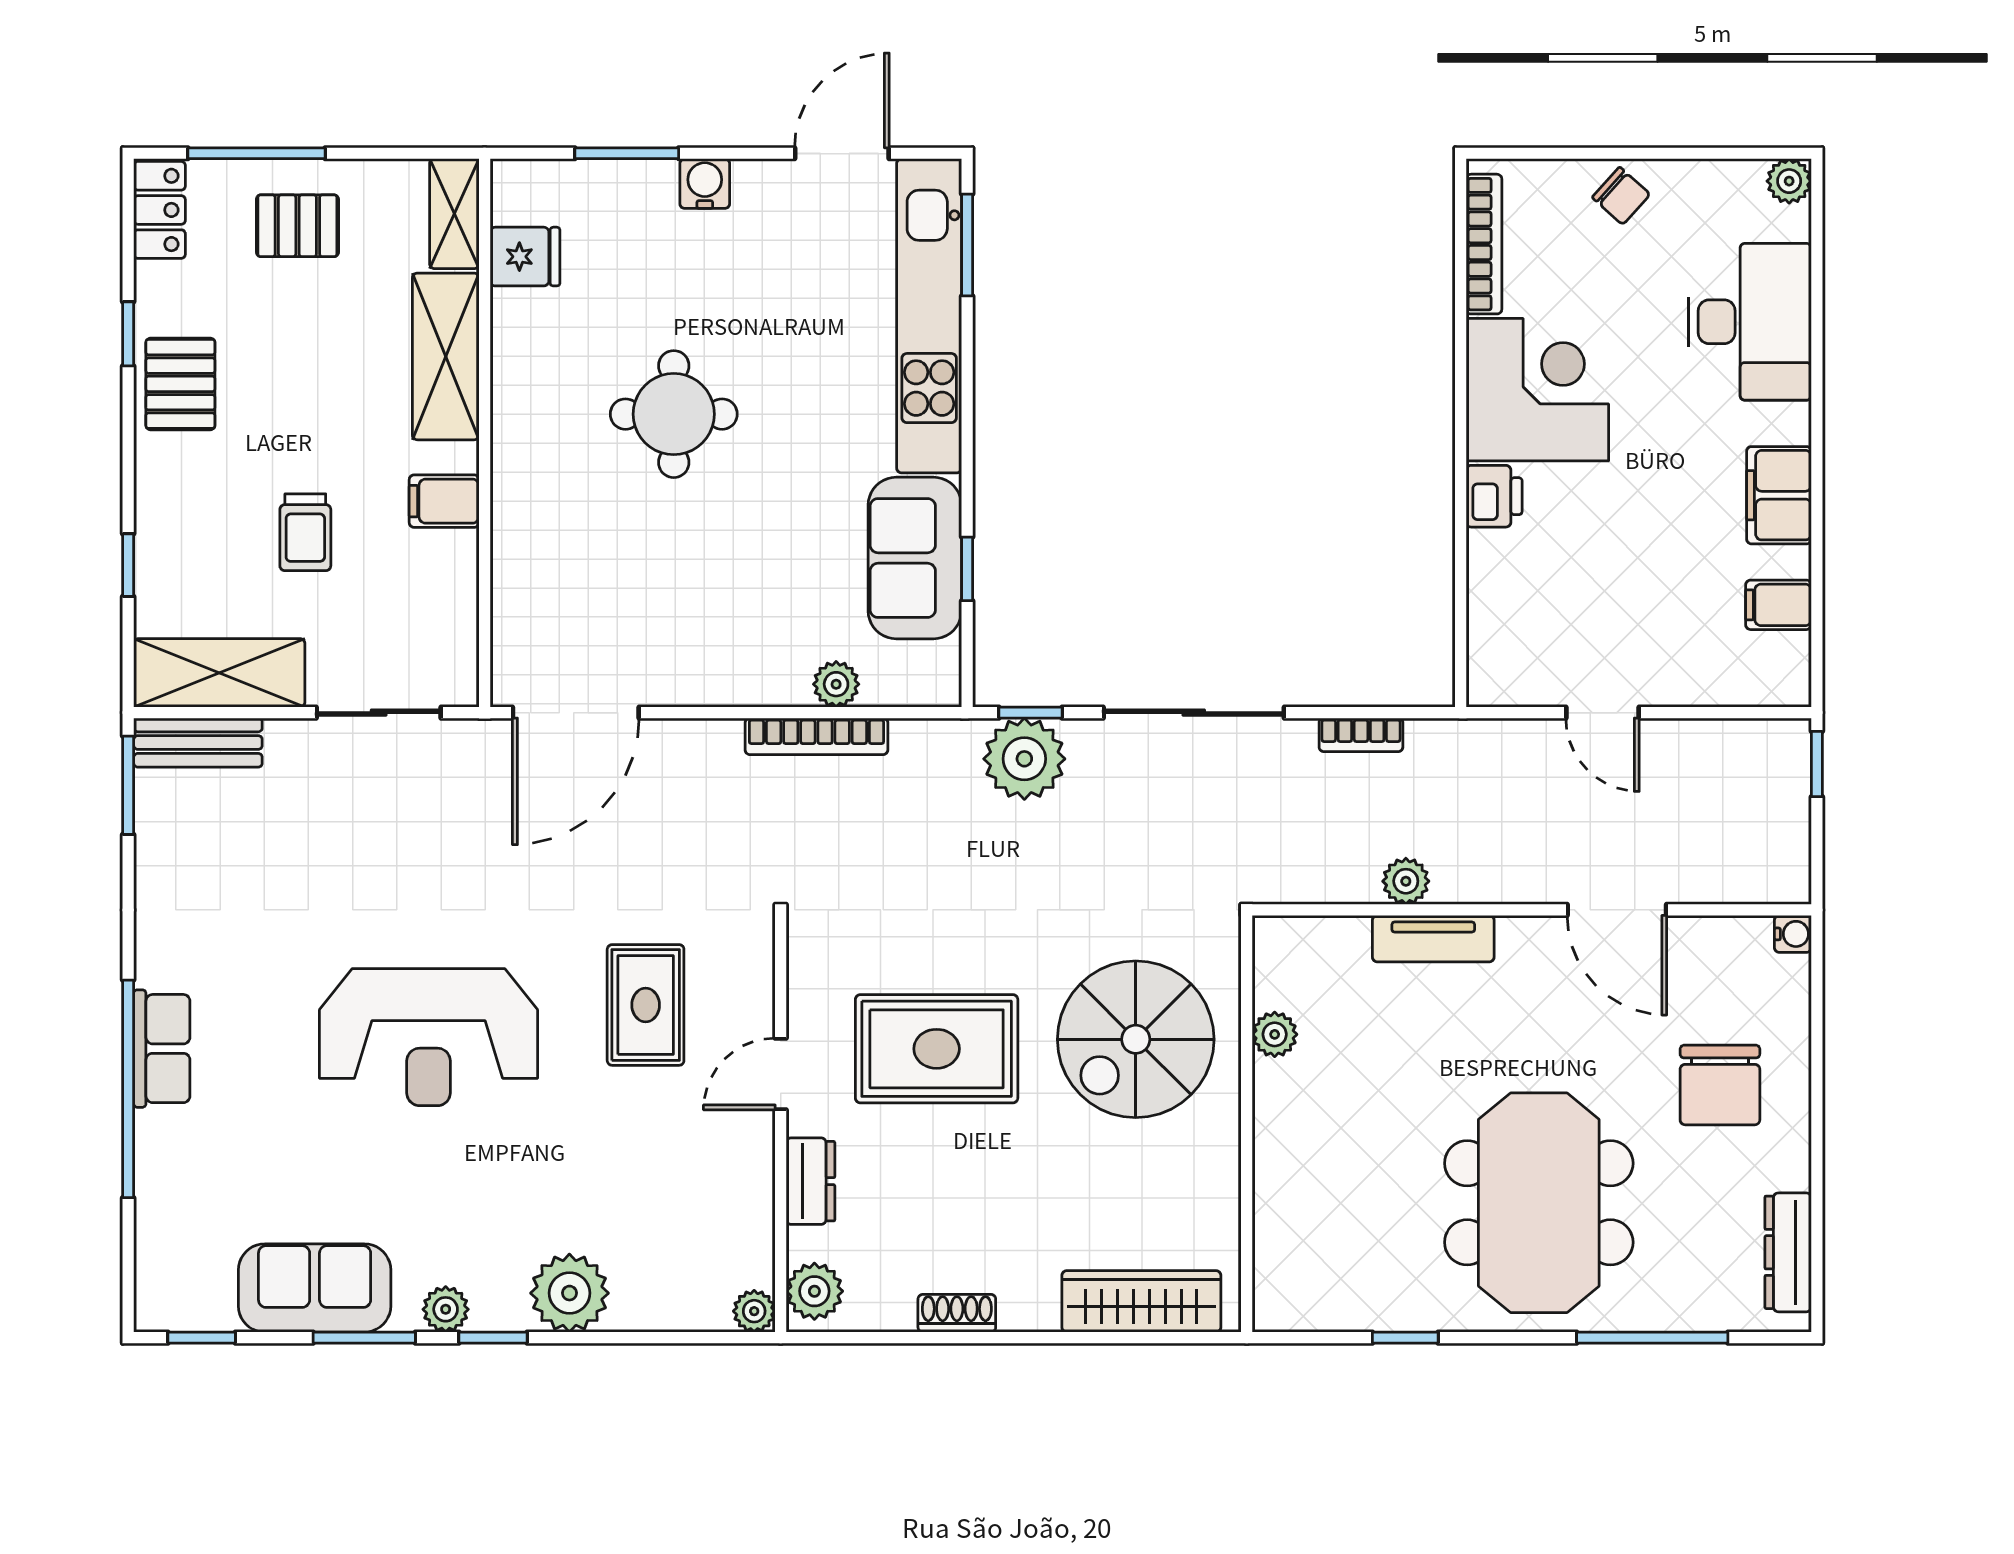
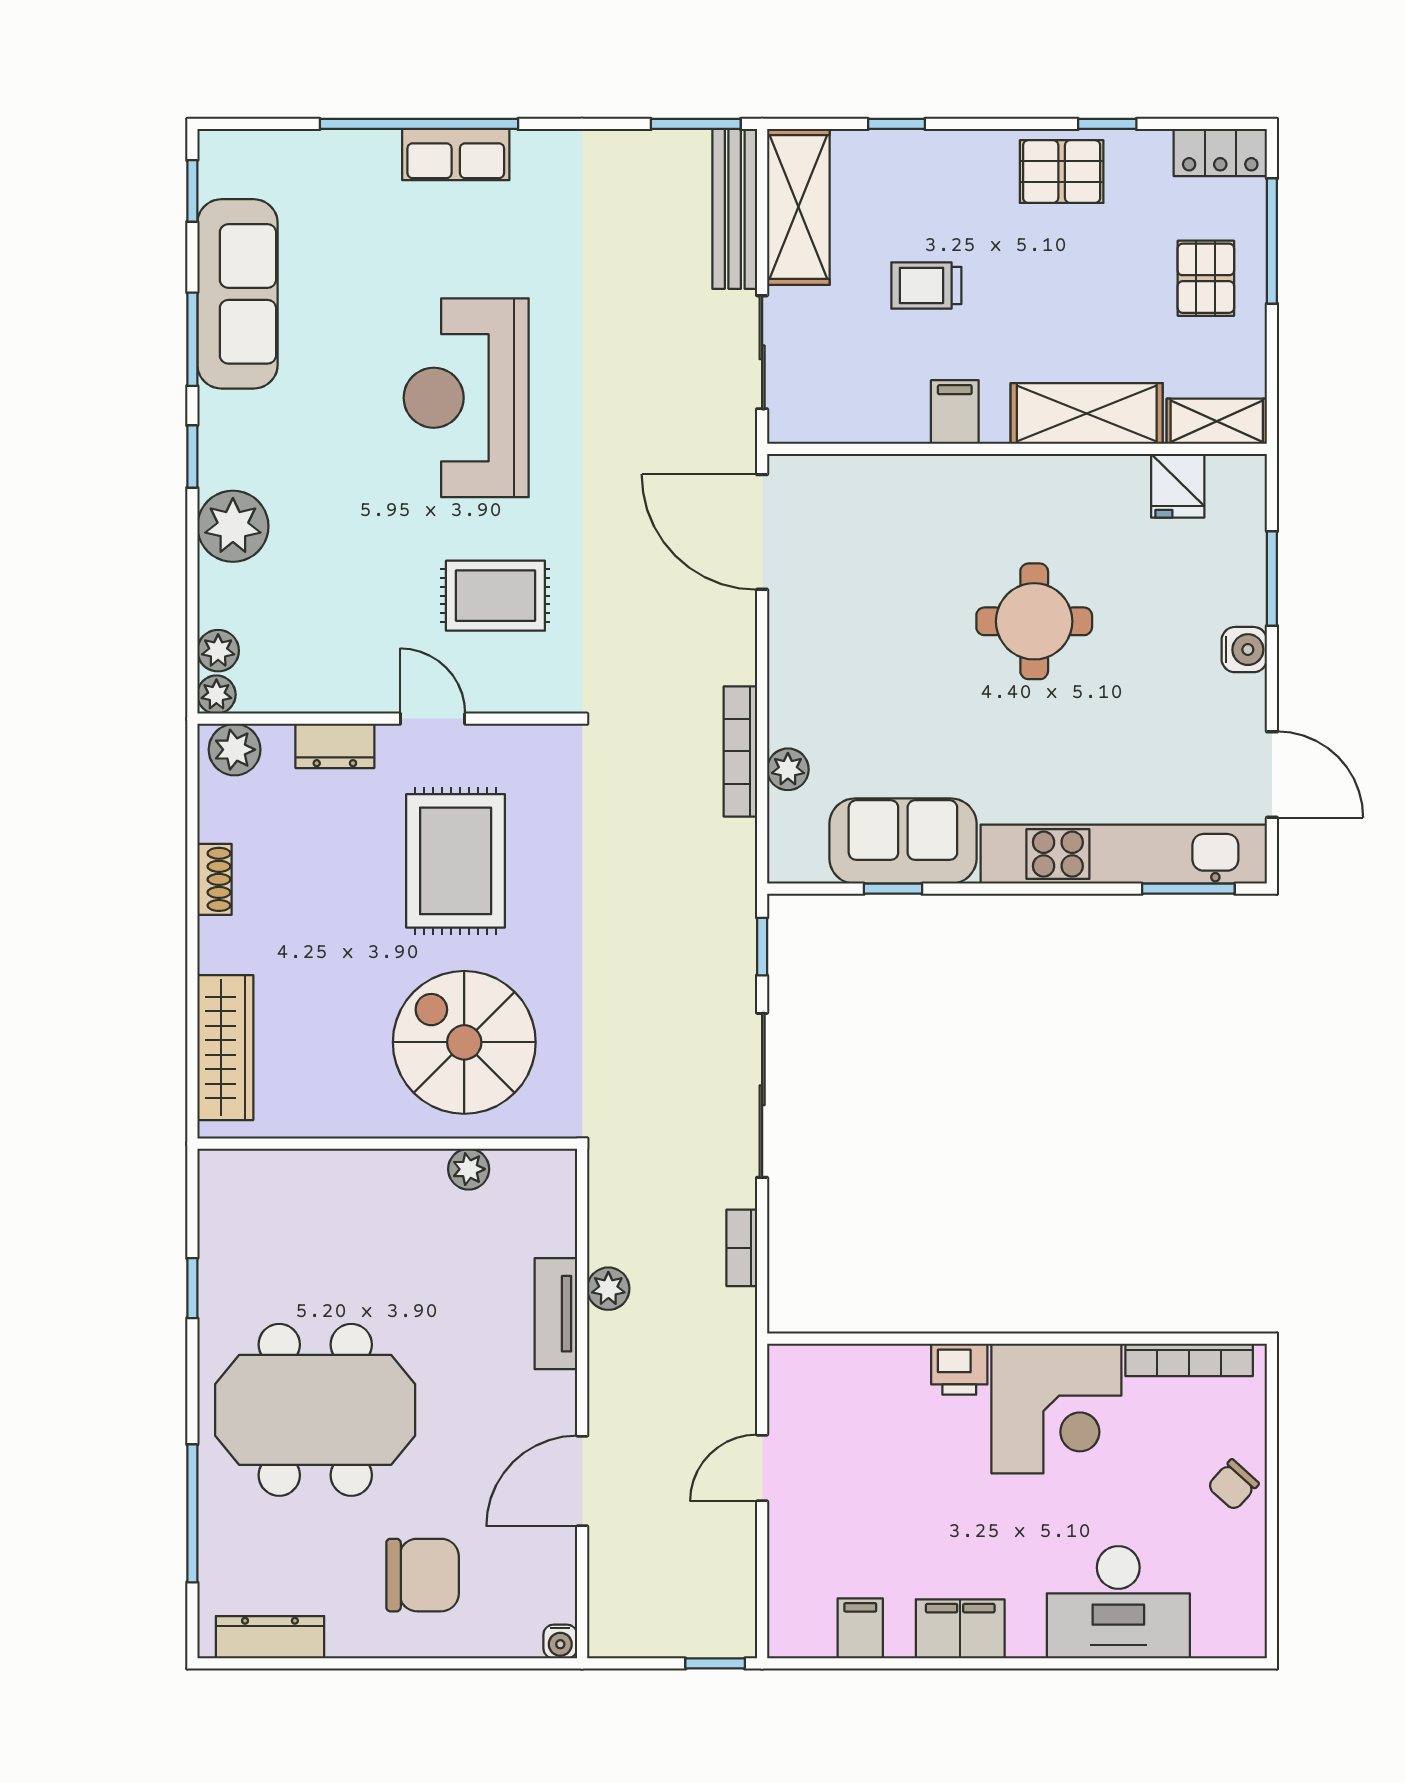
plant: (1789, 181) -> (1247, 1638), removed
bench: (198, 743) -> (735, 209), width x1.36
plant: (1024, 759) -> (720, 941), removed
chair: (1720, 1085) -> (423, 1575), turned 180
sofa: (315, 1288) -> (237, 294), width x1.36
plant: (446, 1309) -> (218, 651), moved

